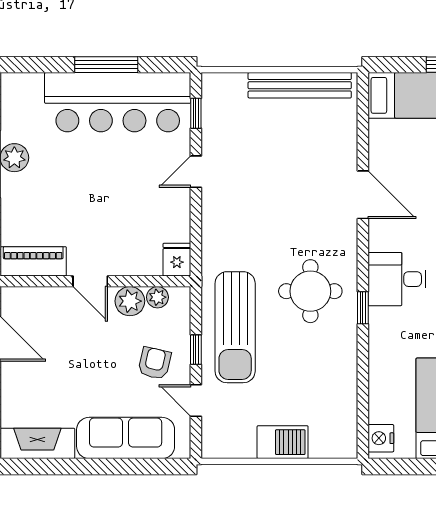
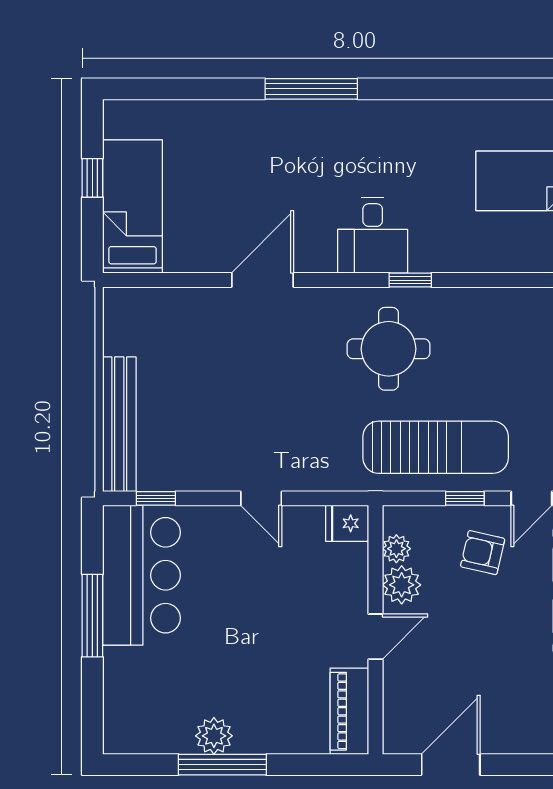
bench: (300, 85) -> (119, 424), moved
bar counter: (118, 102) -> (141, 575), width x0.73
door: (196, 172) -> (261, 498), moved

